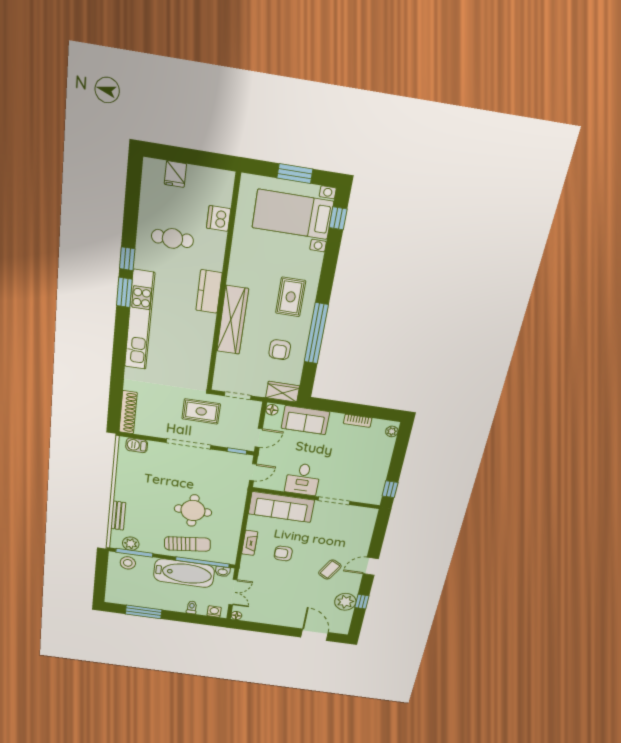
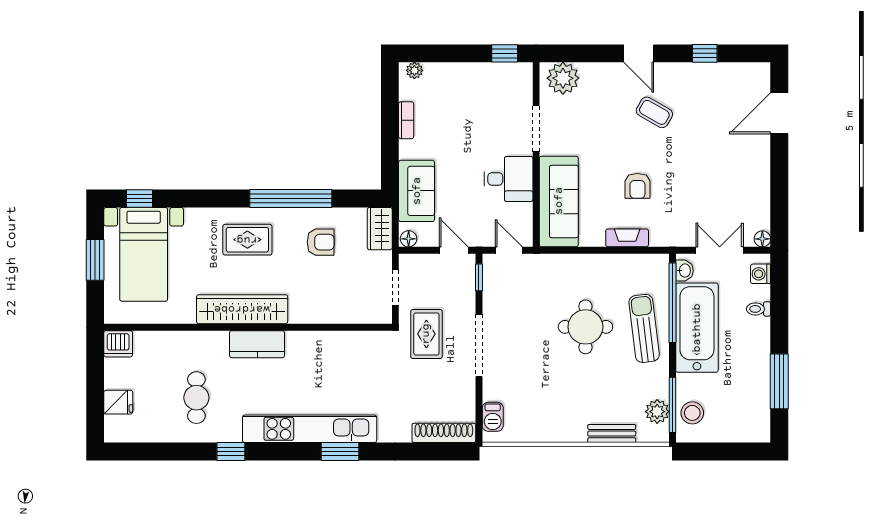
dishwasher: (219, 218) -> (118, 344), moved
window: (124, 292) -> (340, 451), moved
wardrobe: (233, 320) -> (242, 309), moved
plant: (345, 602) -> (563, 78), moved

